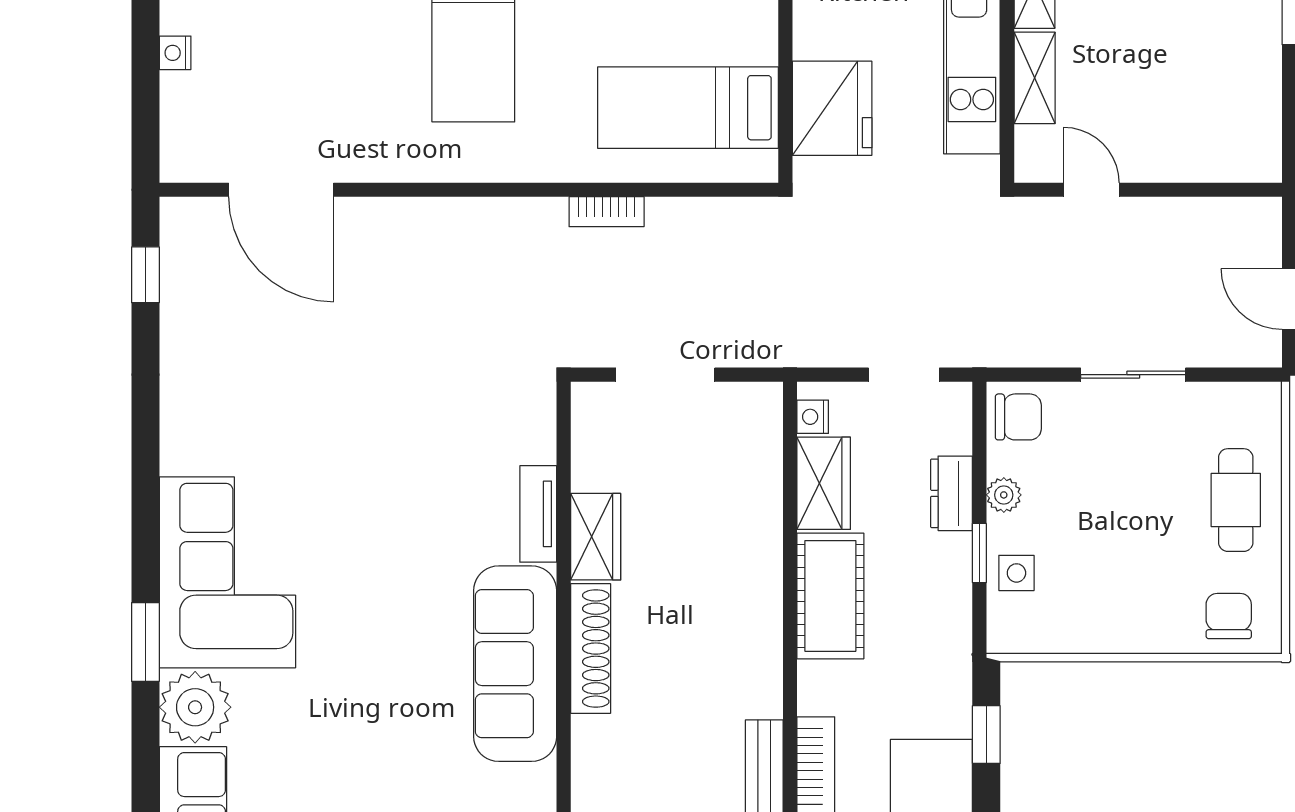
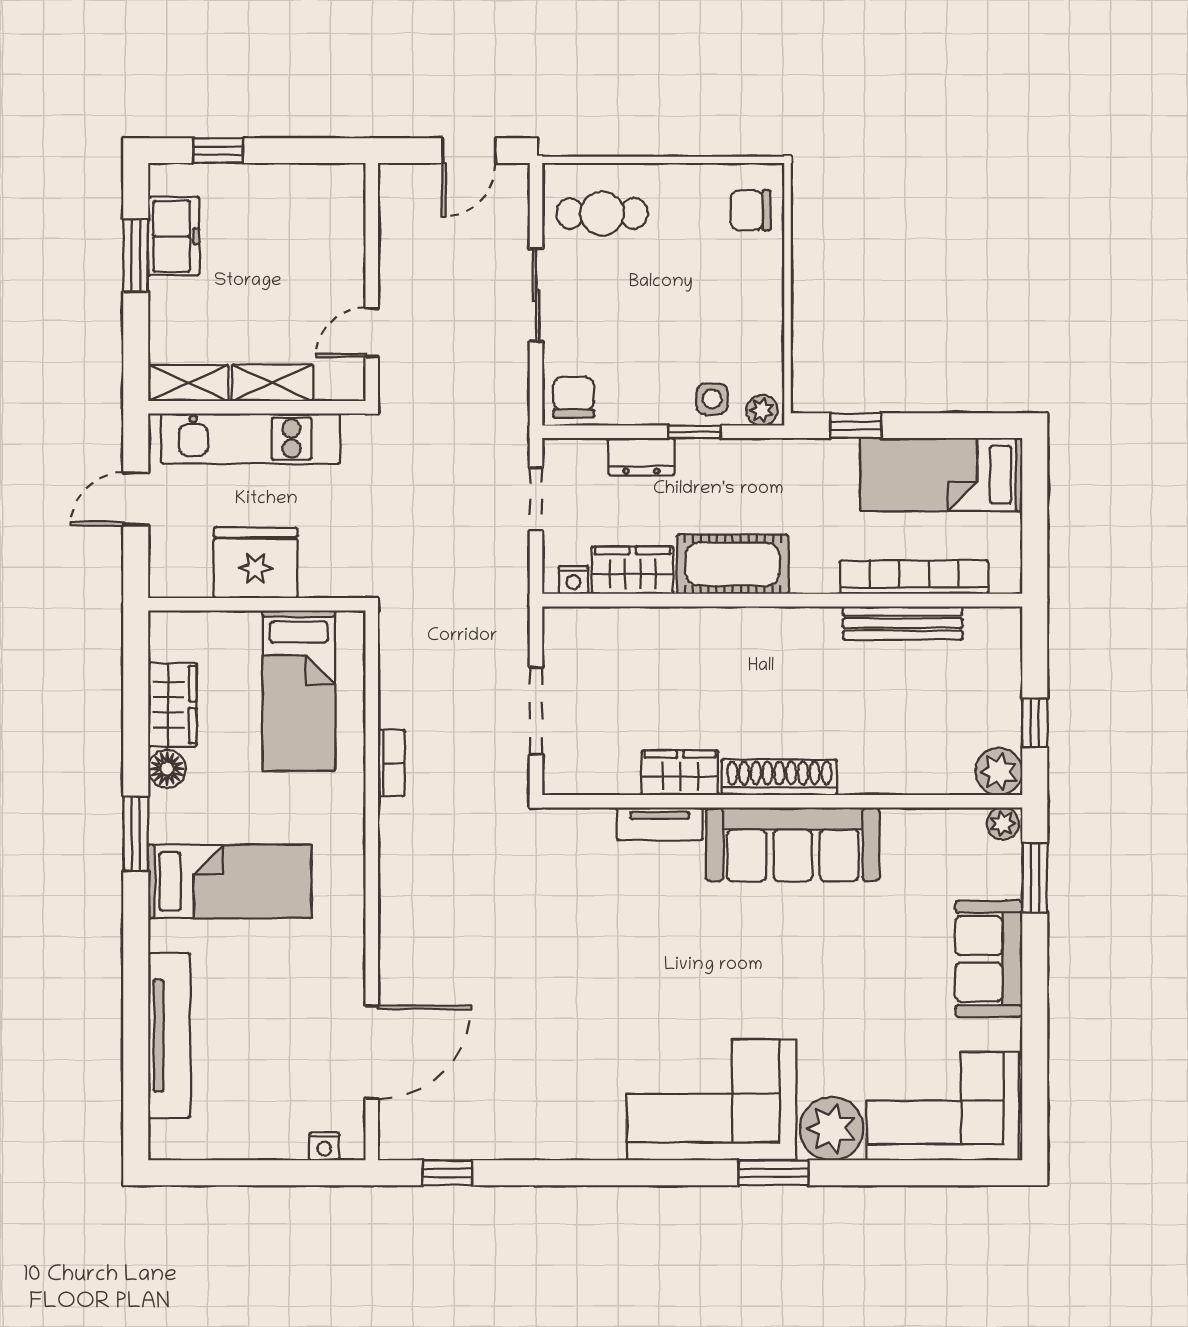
nightstand: (175, 53) -> (324, 1146), moved
fridge: (832, 108) -> (256, 563), moved
plant: (1004, 495) -> (762, 410), moved
cafe table: (1236, 500) -> (602, 214), moved

